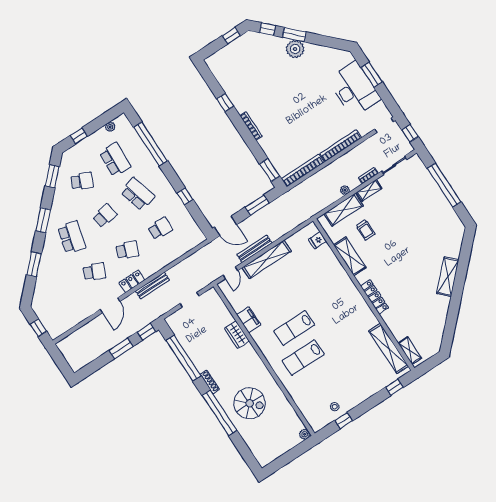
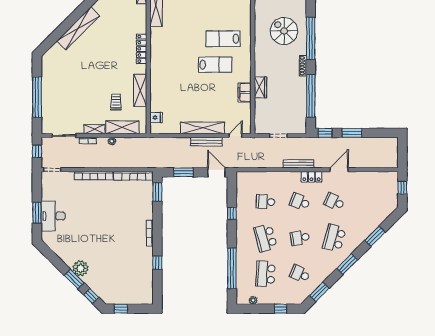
desk: (354, 89) -> (53, 216), width x0.73, depth x0.77
shelving: (448, 277) -> (78, 28), width x1.47
lab bench: (303, 358) -> (223, 39), turned 180

